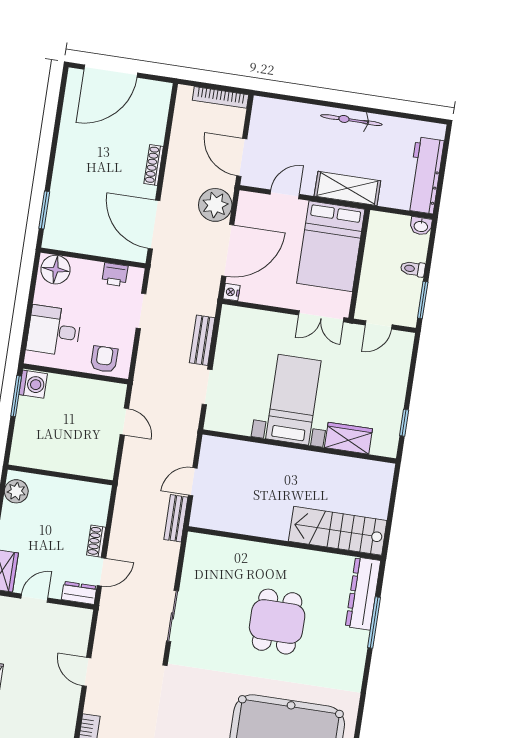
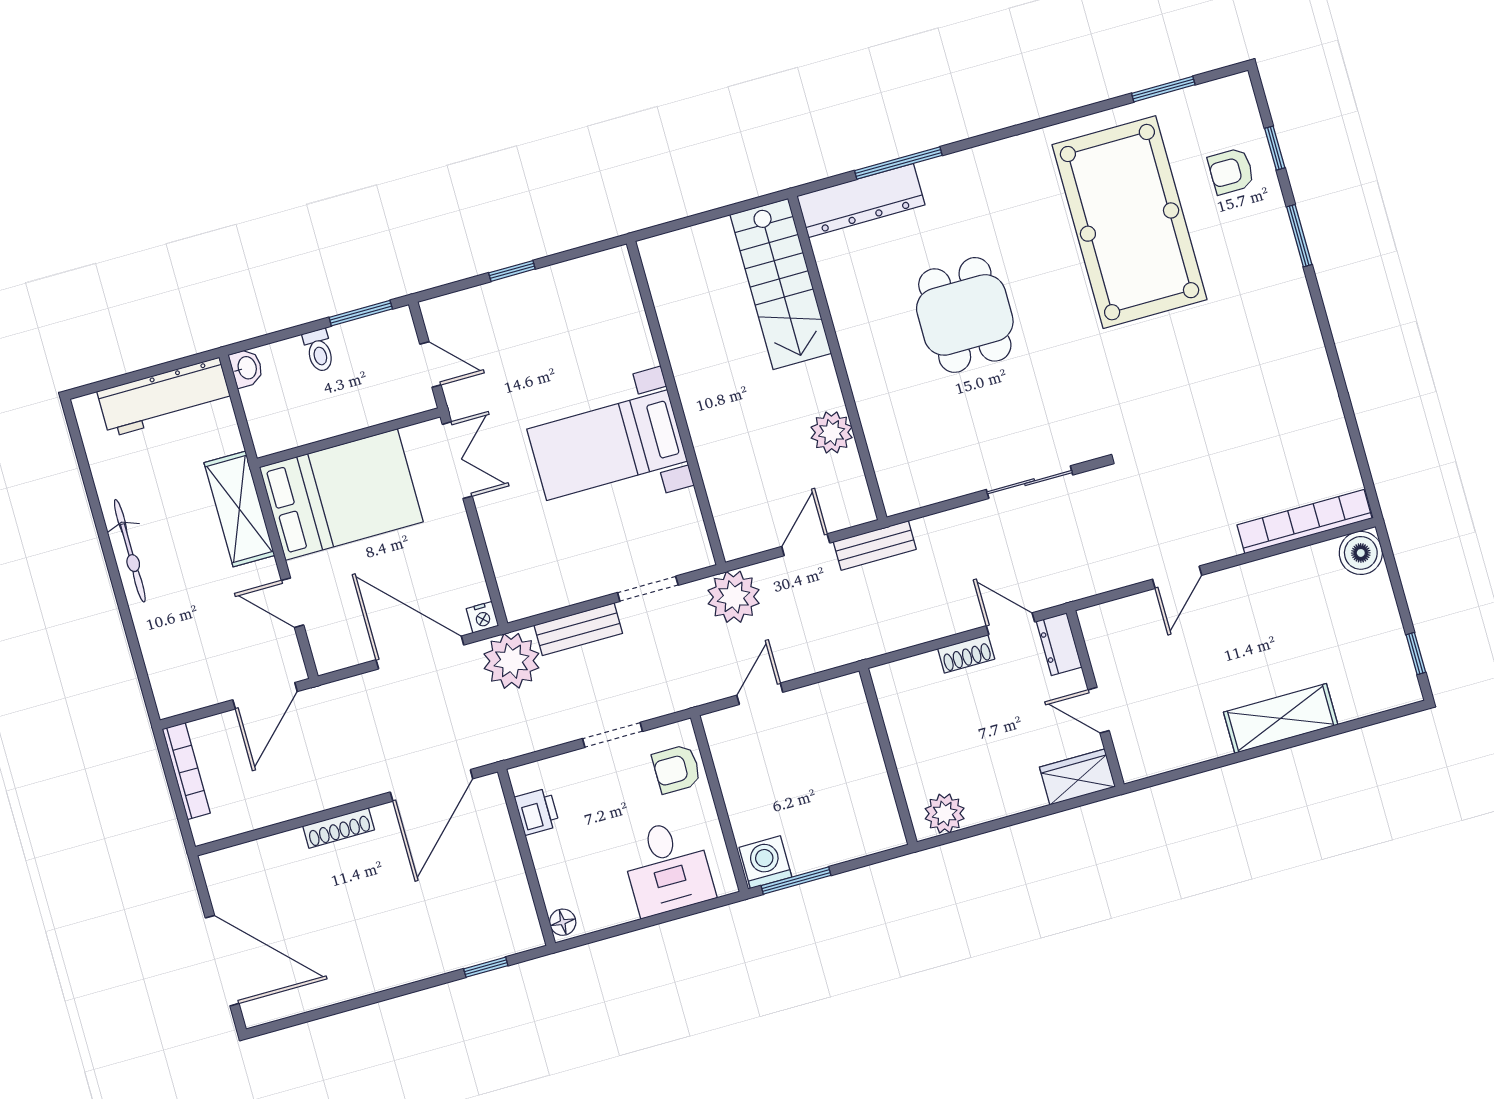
plant: (215, 205) -> (511, 661), moved
window: (44, 210) -> (486, 967), width x0.67
floor lamp: (56, 270) -> (563, 922), width x0.53, depth x0.53
doorway: (141, 311) -> (612, 735), moved
window: (404, 423) -> (512, 271), moved
plant: (182, 431) -> (734, 597), added
wardrobe: (348, 438) -> (629, 332), removed
door: (193, 482) -> (806, 545), swing flipped
plant: (246, 522) -> (832, 432), added
dining table: (277, 622) -> (965, 315), turned 90

